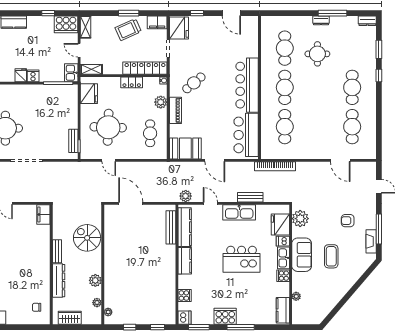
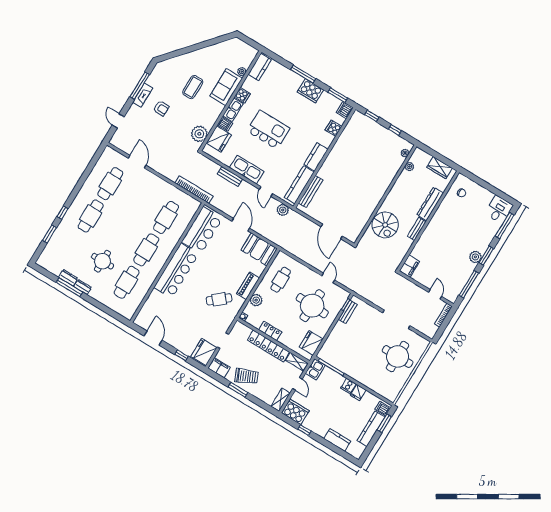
dresser: (367, 21) -> (68, 278), moved
locker: (145, 68) -> (268, 346), moved
fireplace: (371, 241) -> (143, 95), moved
sofa: (302, 255) -> (226, 87), moved
plant: (95, 280) -> (400, 186), removed

